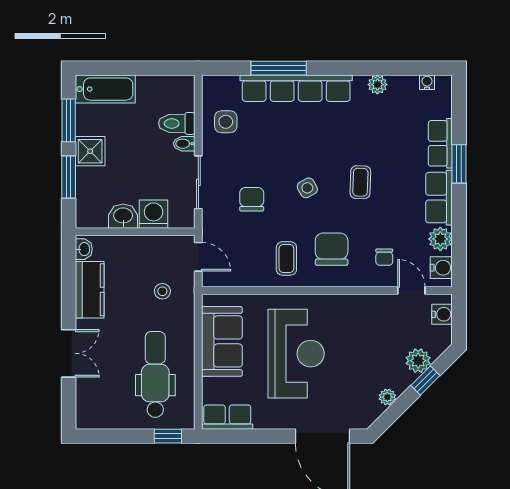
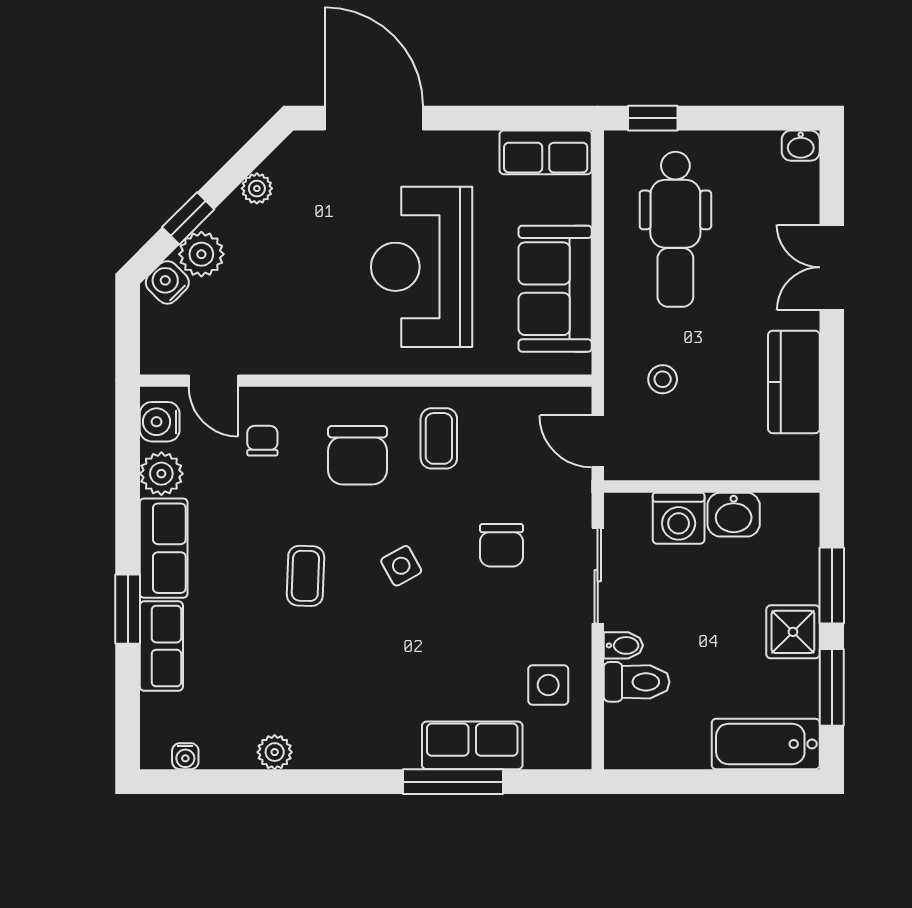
row of seats: (296, 88) -> (472, 745), width x0.50
washbasin: (84, 249) -> (801, 146), moved, turned -90
water cooler: (442, 314) -> (167, 282), moved, turned 45

